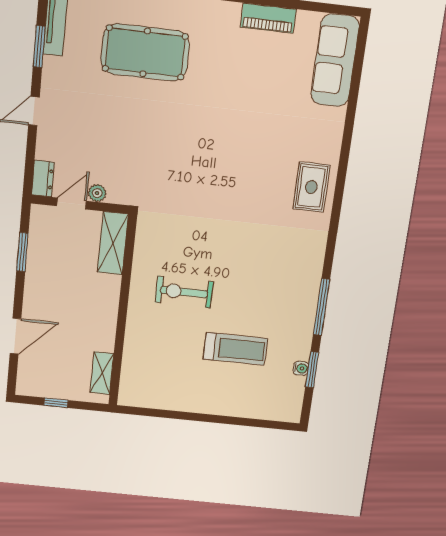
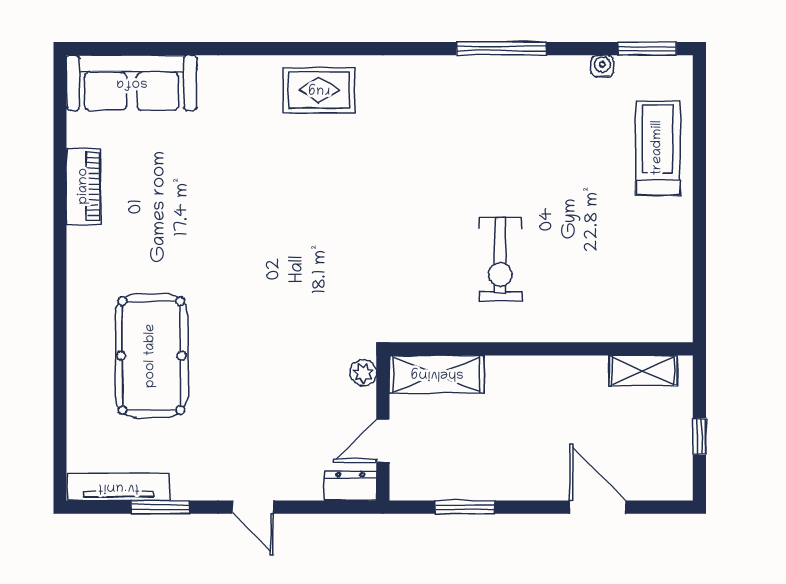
plant: (97, 193) -> (363, 373), moved
door: (72, 203) -> (383, 441), hinge flipped
treadmill: (235, 349) -> (658, 148), moved
window: (312, 370) -> (647, 49), moved

